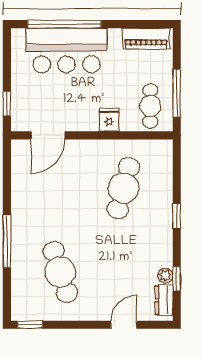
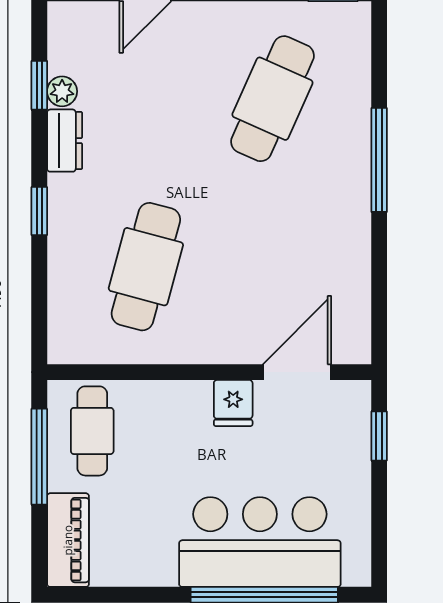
piano: (146, 38) -> (68, 540), moved, turned 90
fridge: (109, 120) -> (233, 403), moved
cafe table: (60, 272) -> (272, 99), turned 42
dresser: (164, 300) -> (65, 141), moved

